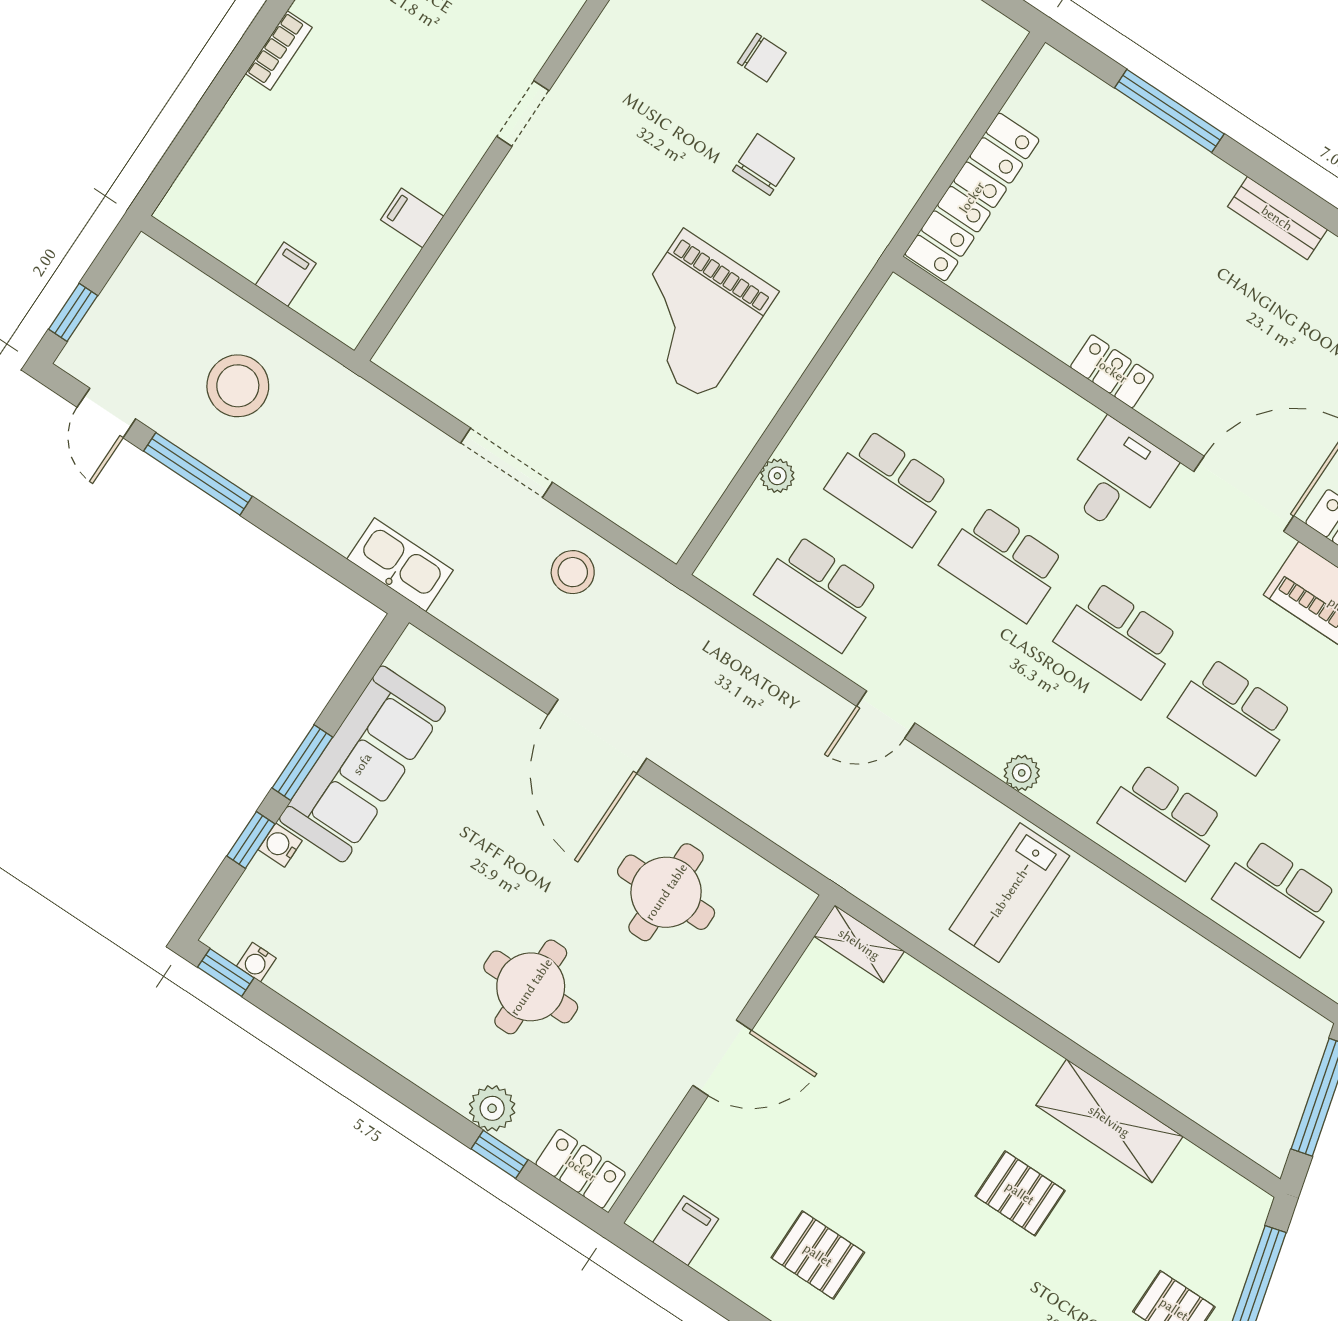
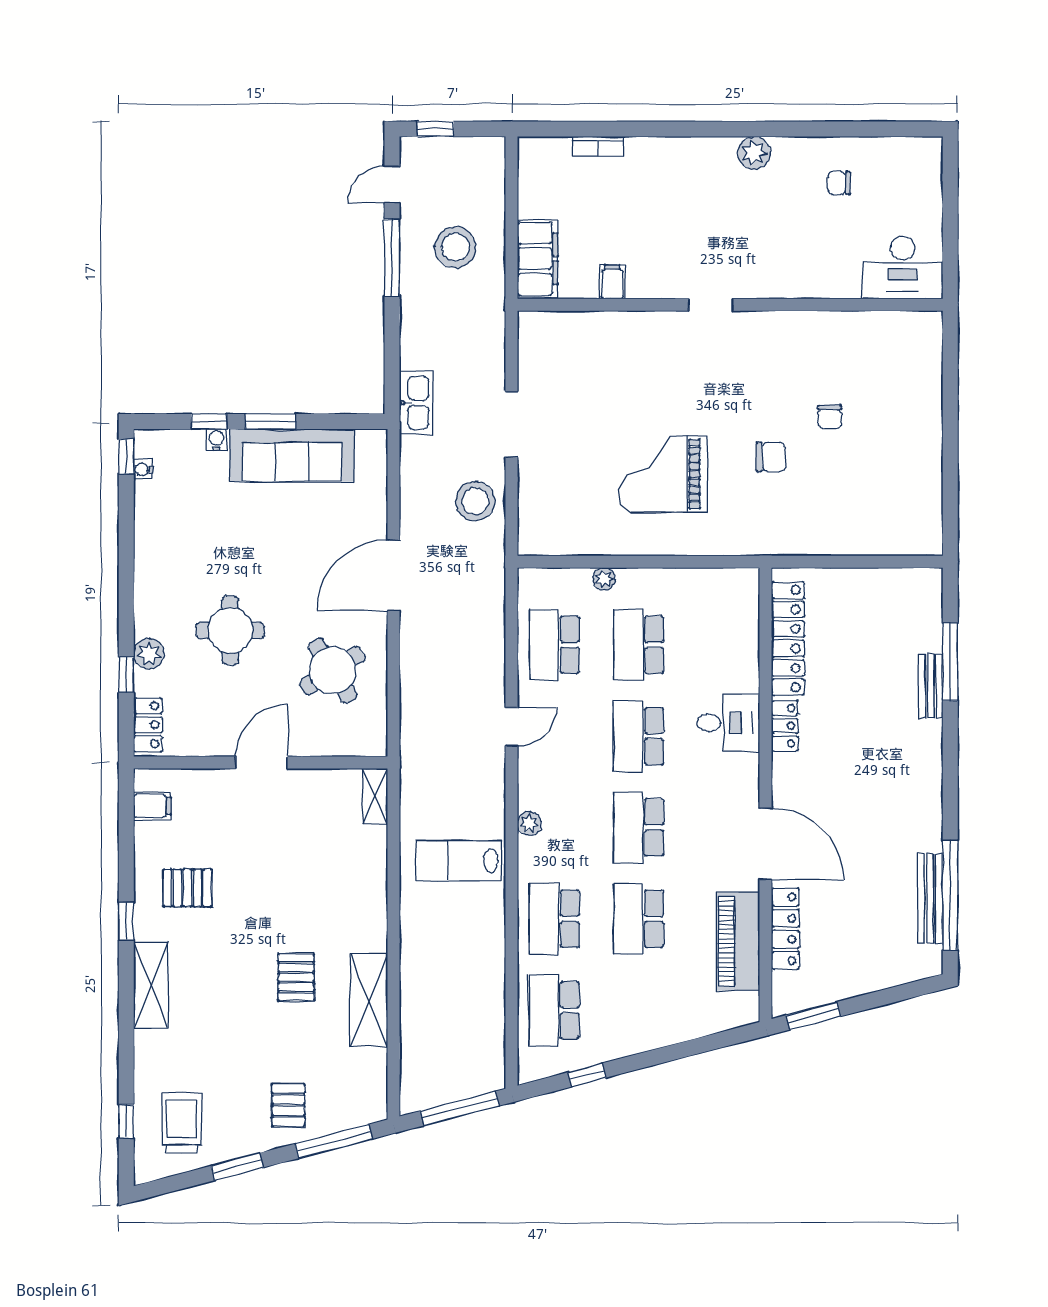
bookcase: (279, 51) -> (598, 147), moved
locker: (972, 197) -> (788, 639), moved, turned -90
bench: (1277, 218) -> (931, 686), moved
filing cabinet: (286, 274) -> (538, 259), width x3.00, depth x1.17
desk: (1118, 477) -> (728, 723), moved
stool: (573, 572) -> (475, 501), width x1.38, depth x1.38
door: (886, 715) -> (512, 727), swing flipped
round table: (666, 892) -> (333, 671), turned -32
door: (722, 1058) -> (262, 763), swing flipped
pallet: (818, 1255) -> (187, 888), turned 90

